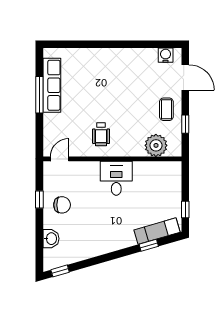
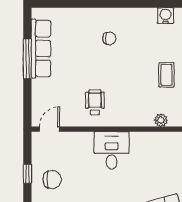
chair: (114, 76) -> (109, 38), added
wheelchair: (101, 134) -> (95, 102), turned 180
plant: (156, 145) -> (161, 120), width x0.53, depth x0.53

